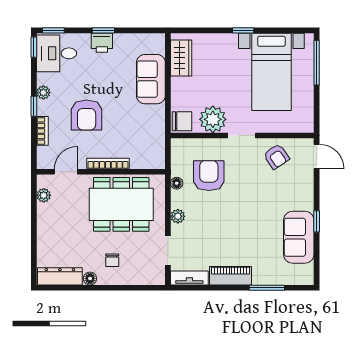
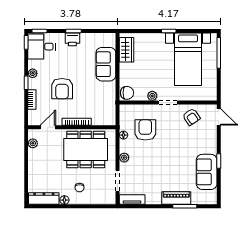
plant: (213, 119) -> (152, 96), width x0.53, depth x0.53
piano: (230, 276) -> (176, 198), moved

